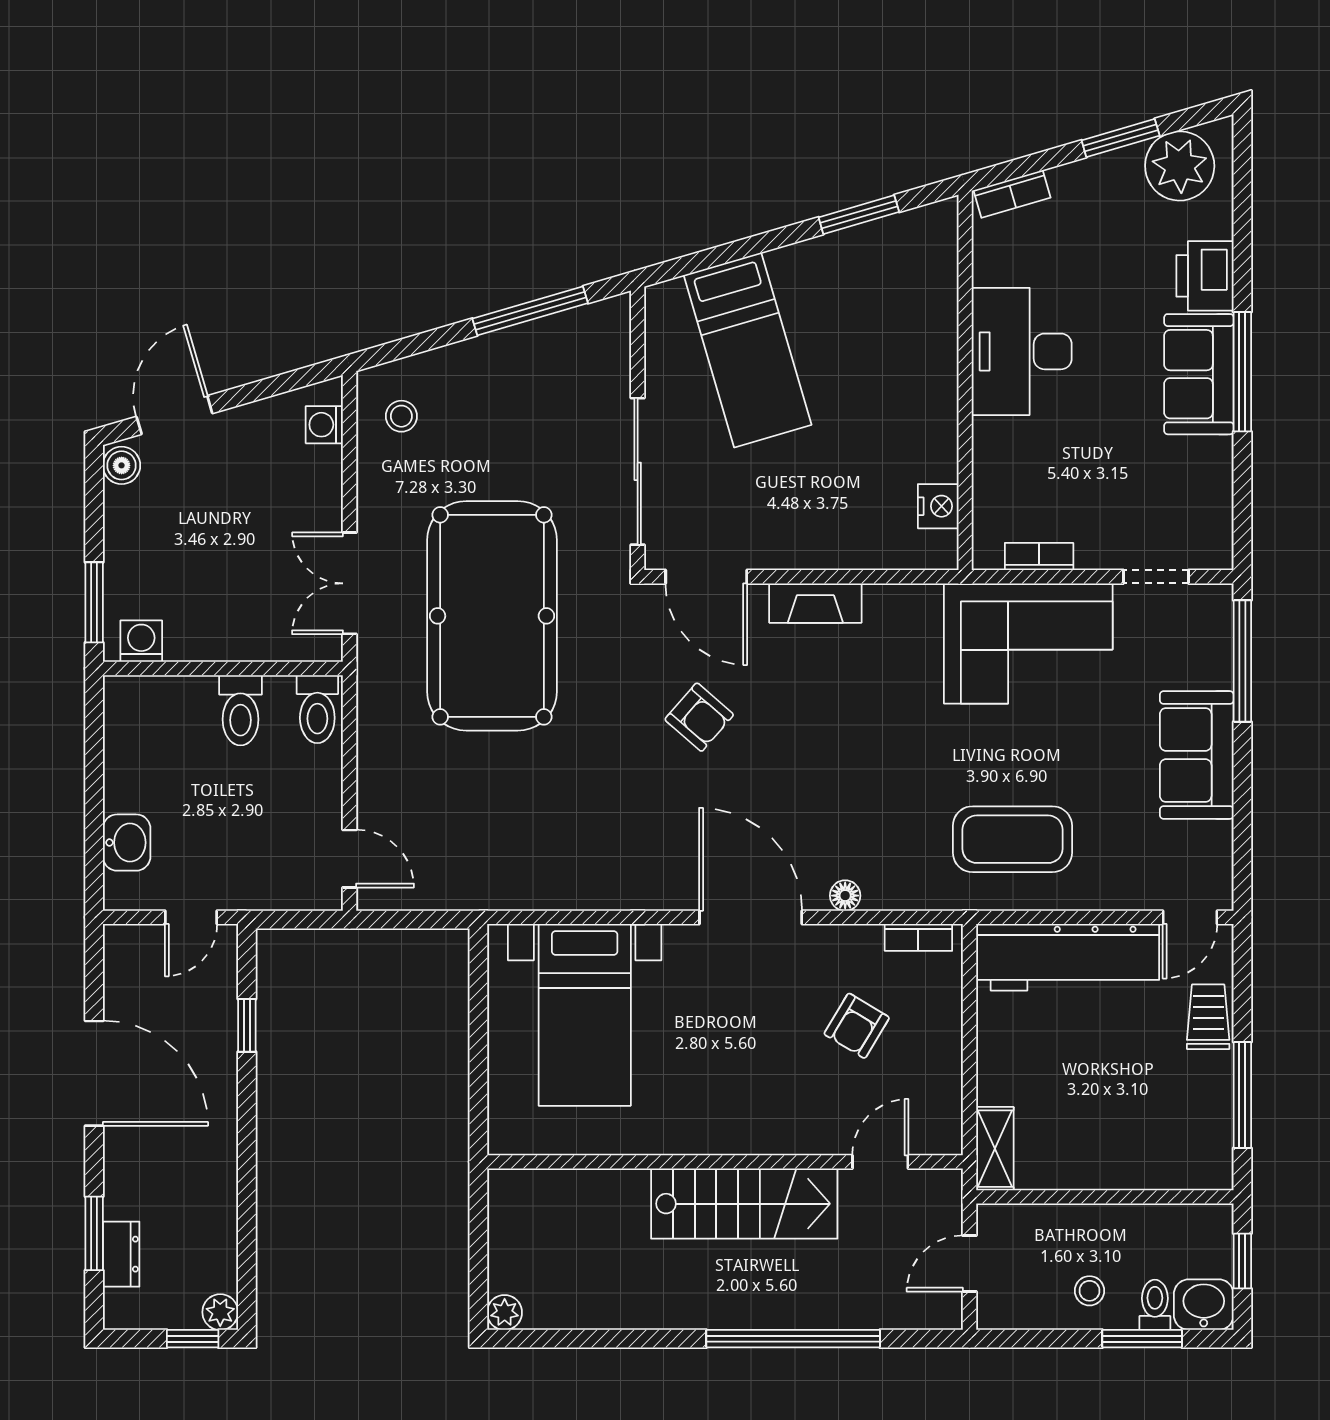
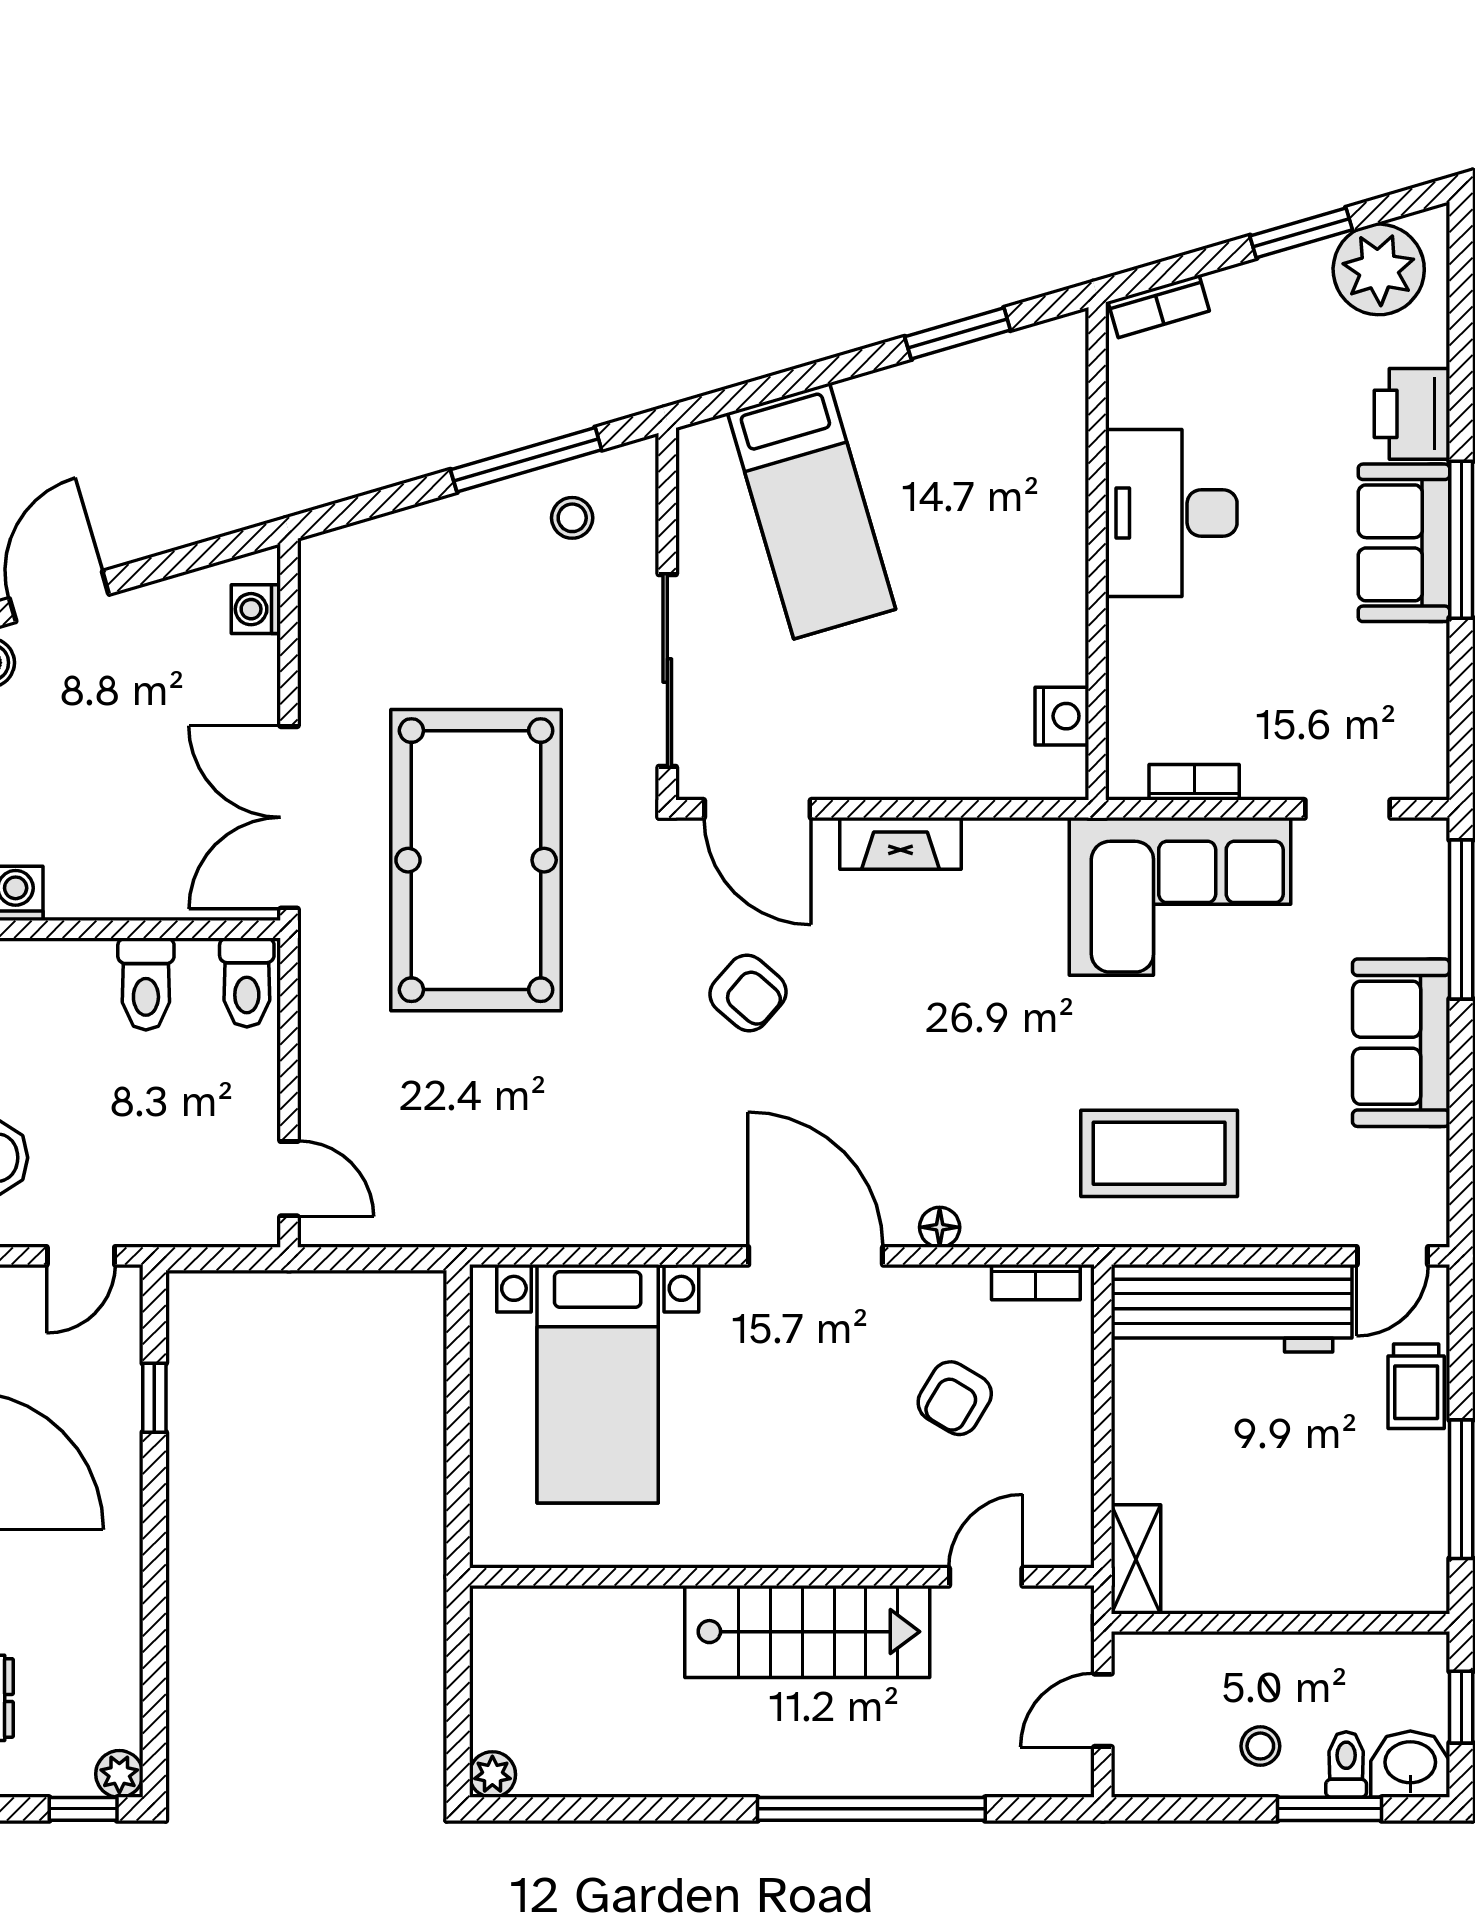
stool: (401, 416) -> (572, 518), moved
double door: (349, 583) -> (289, 817), width x1.37
trolley: (1208, 1017) -> (1416, 1386), turned 180

